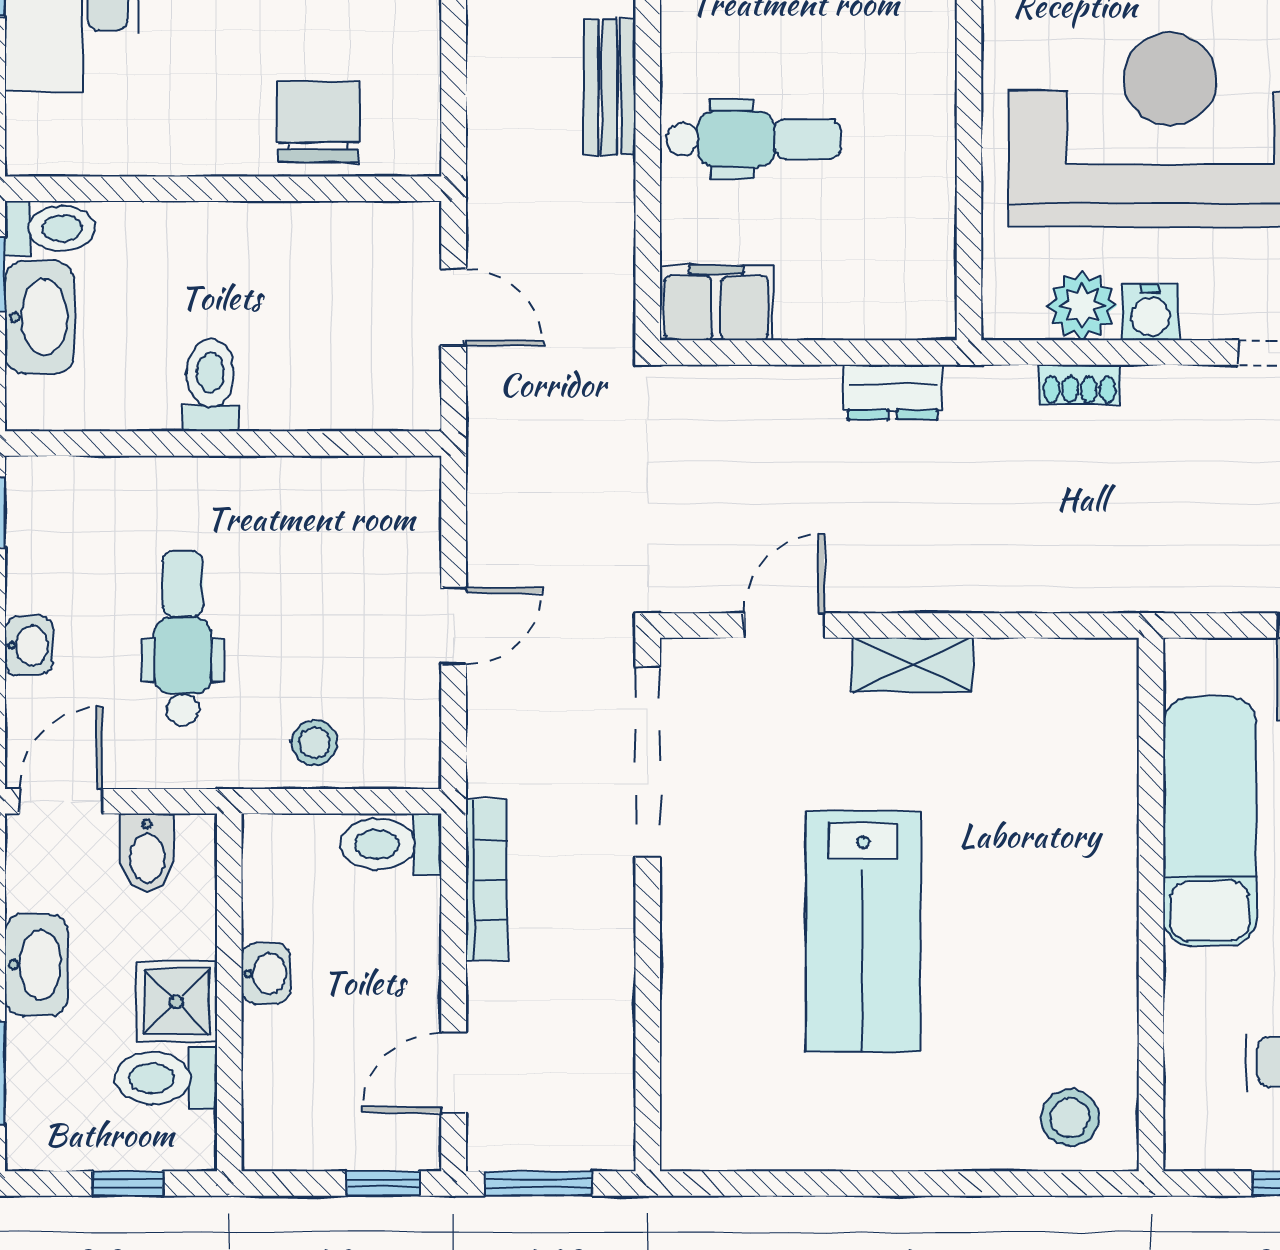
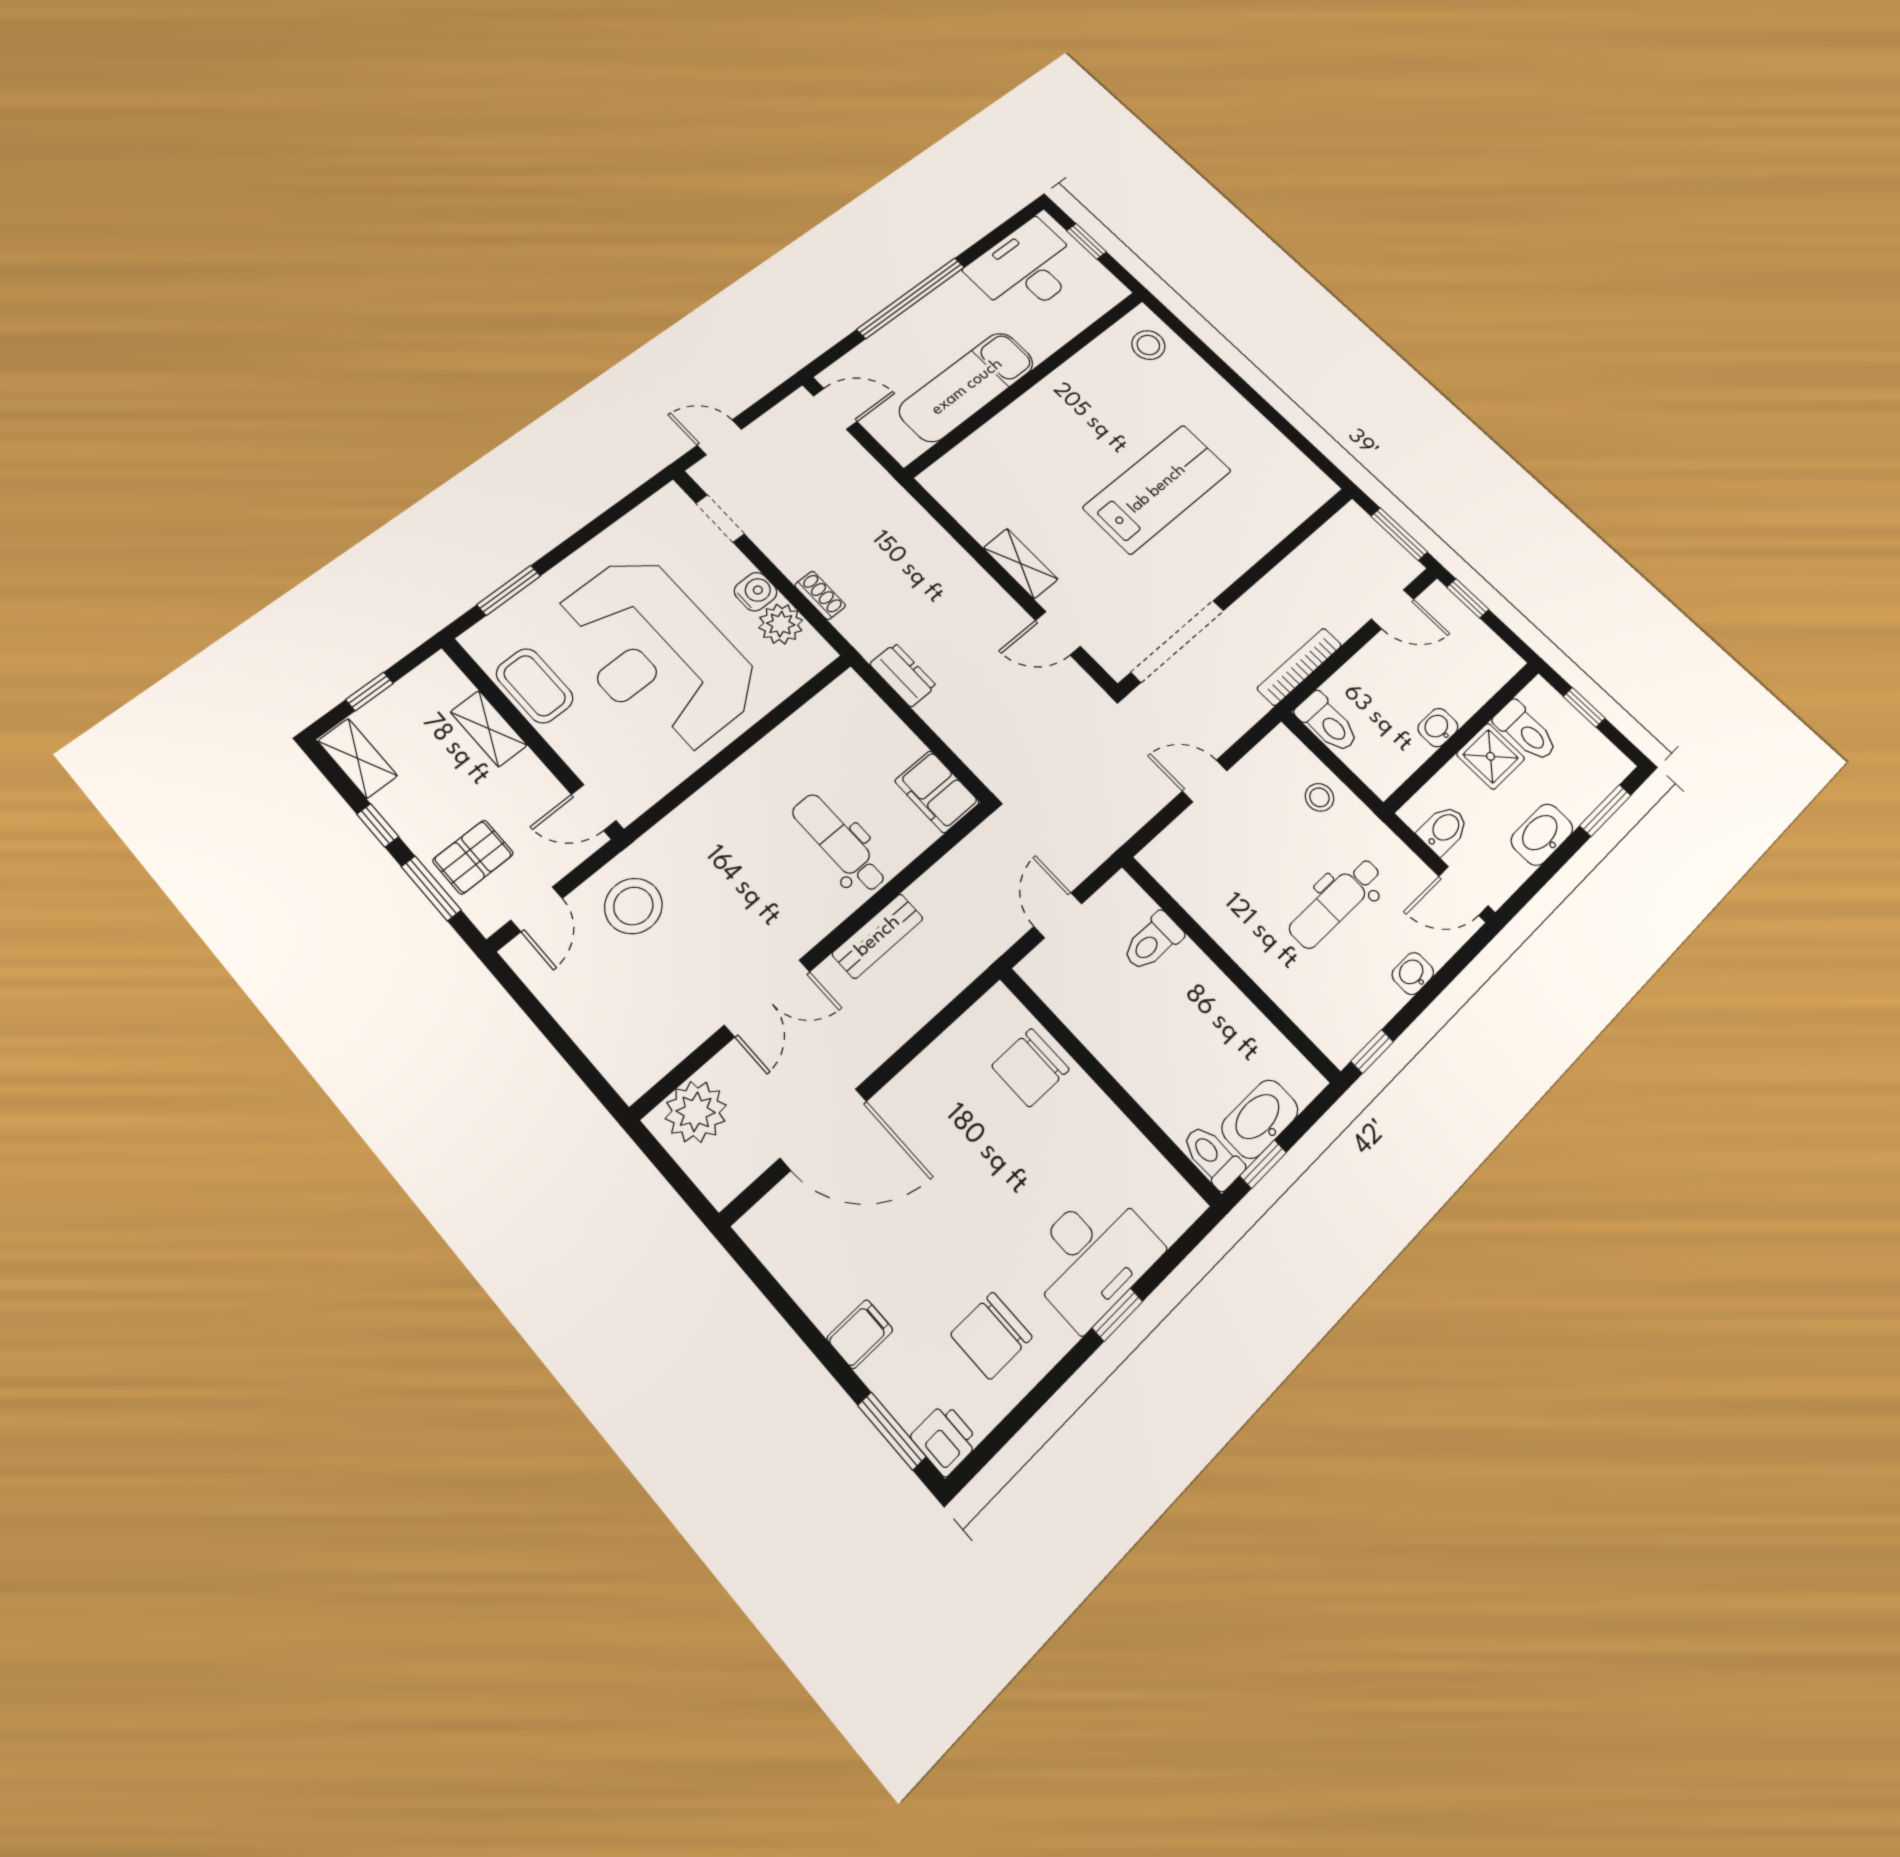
toilet: (210, 385) -> (1153, 942), moved

